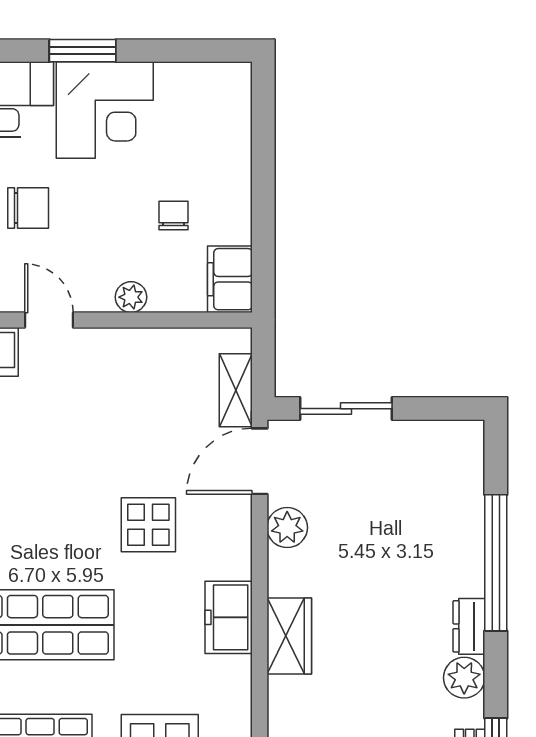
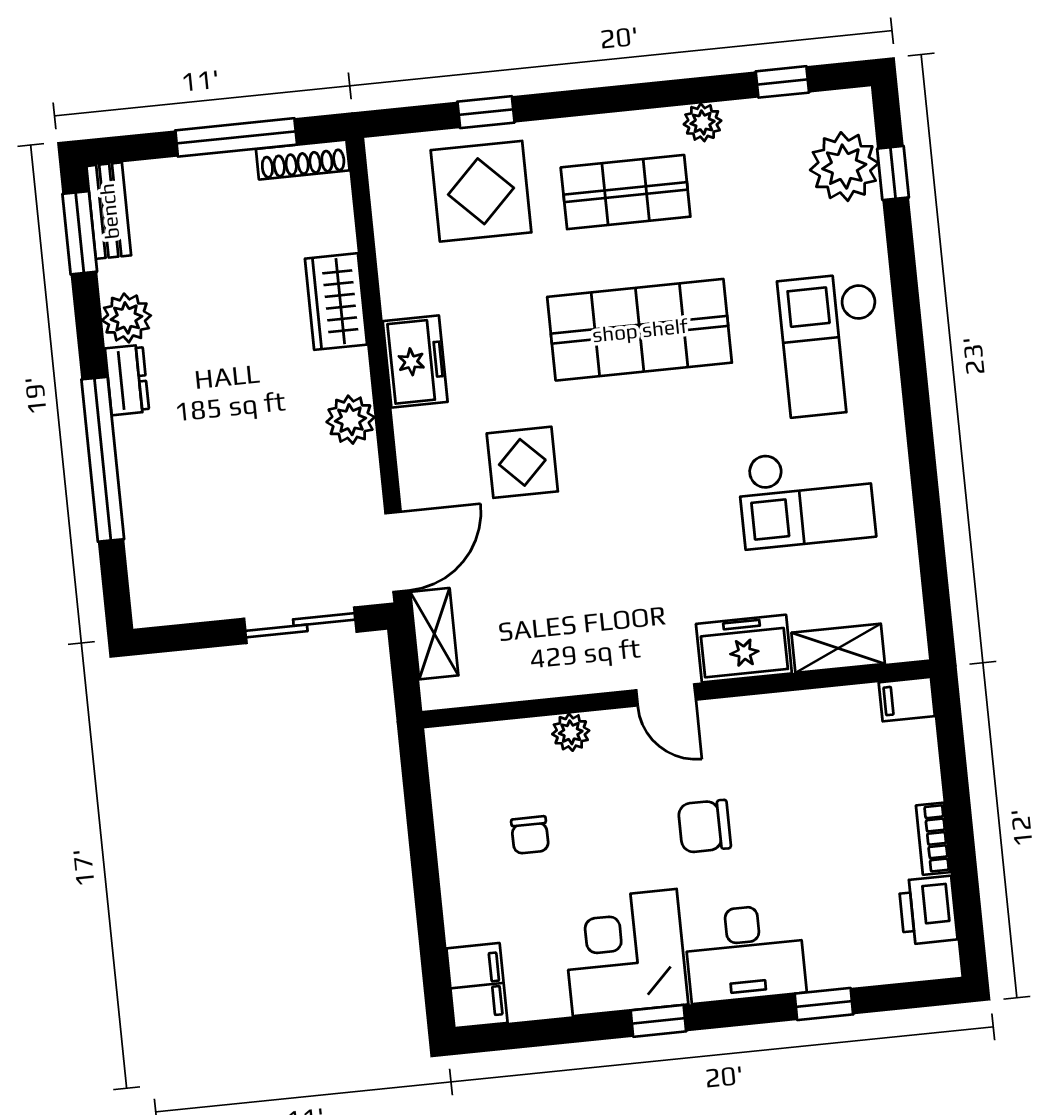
window: (83, 51) -> (658, 1021), width x0.67
filing cabinet: (230, 279) -> (477, 986), moved
plant: (287, 528) -> (350, 420), moved
wardrobe: (289, 636) -> (336, 302), moved

